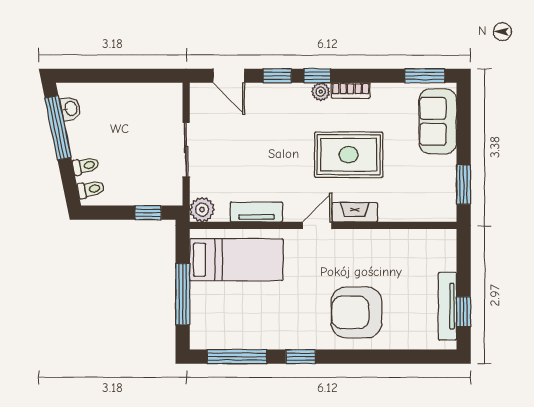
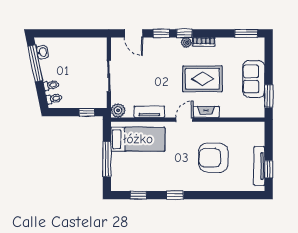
sofa: (438, 121) -> (254, 79), moved
armchair: (356, 312) -> (213, 158), moved
window: (237, 357) -> (138, 195), width x0.46

